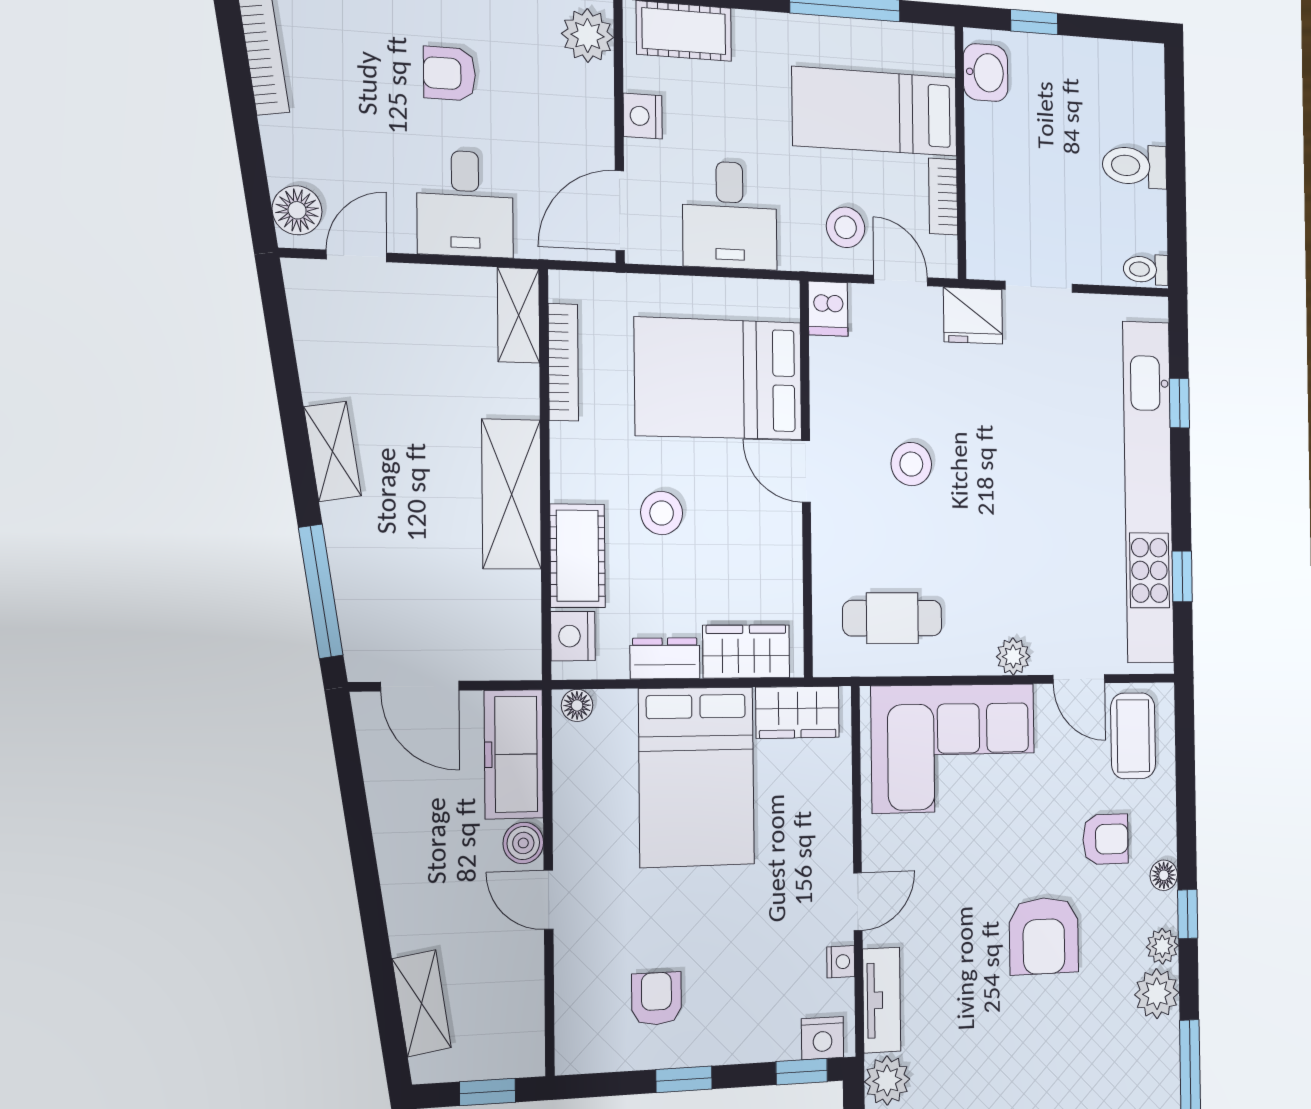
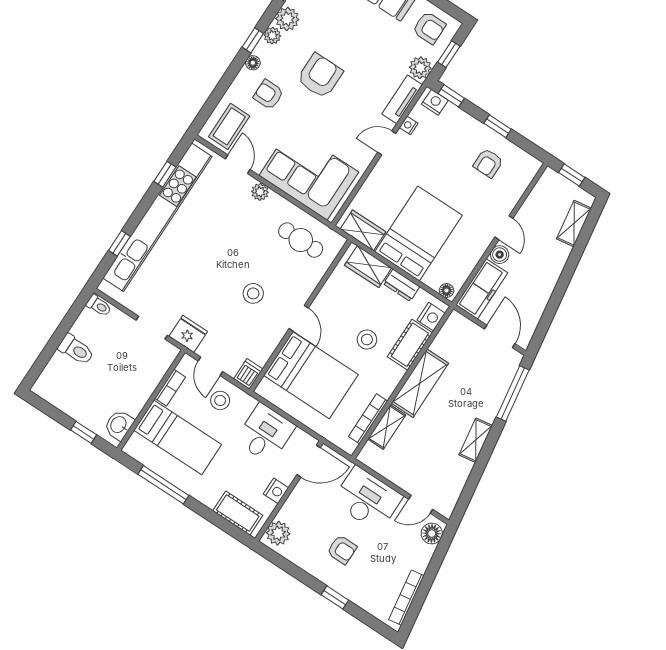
desk: (465, 204) -> (367, 499), width x1.37
shelving: (518, 315) -> (387, 427), moved

